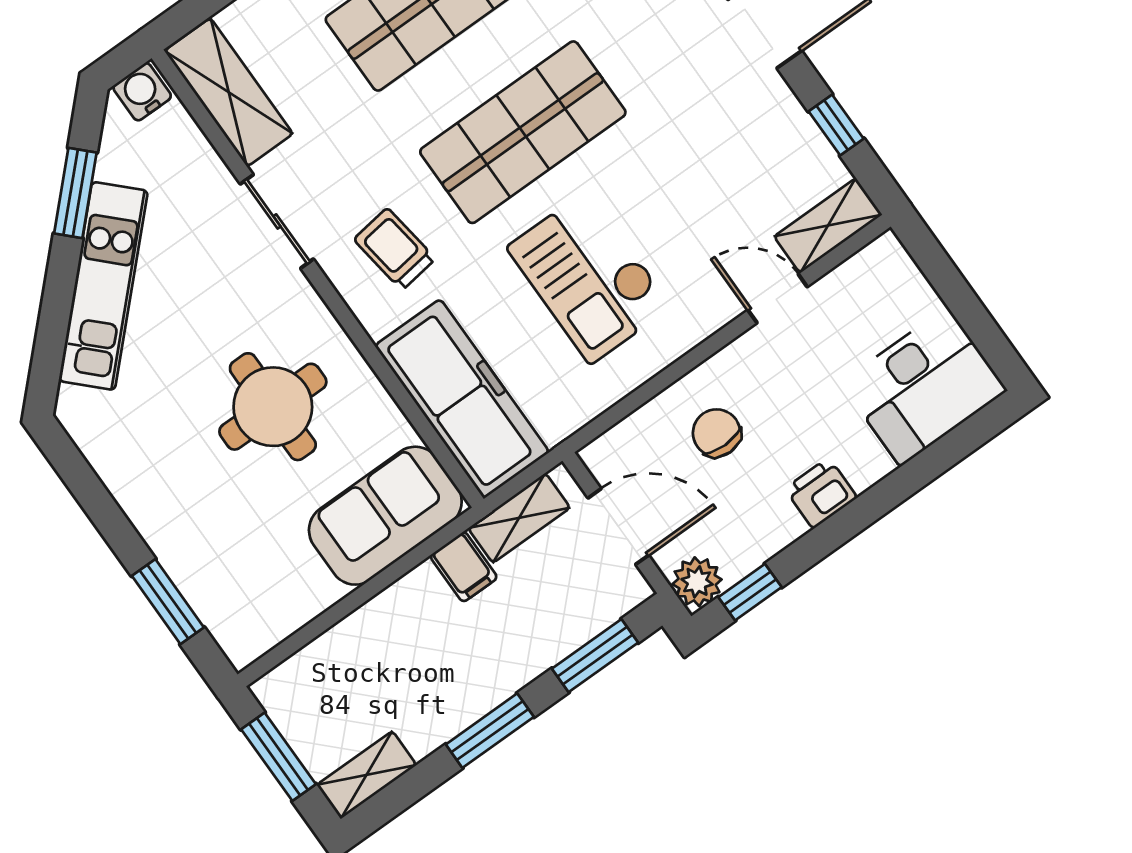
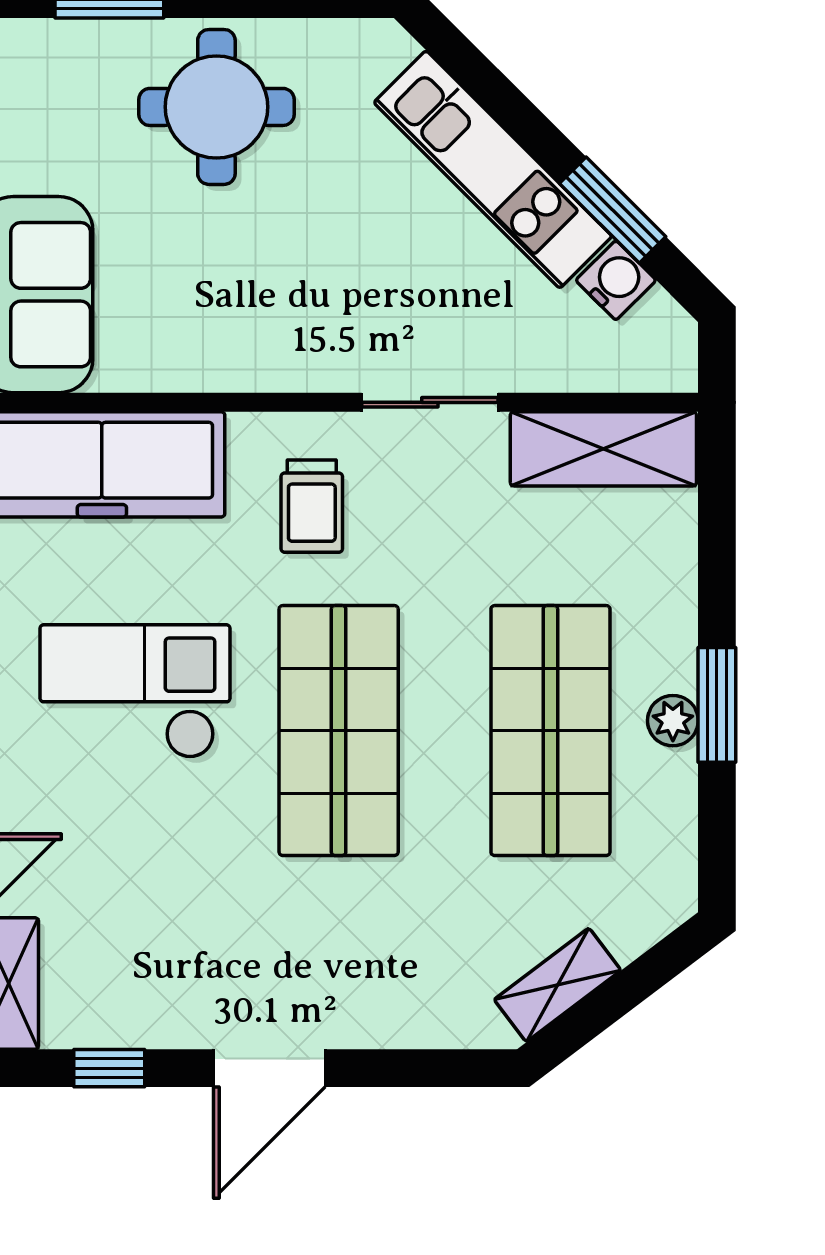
water cooler: (142, 92) -> (616, 280), moved, turned -45
trolley: (395, 249) -> (312, 506), turned 98
round table: (273, 407) -> (216, 107), moved

